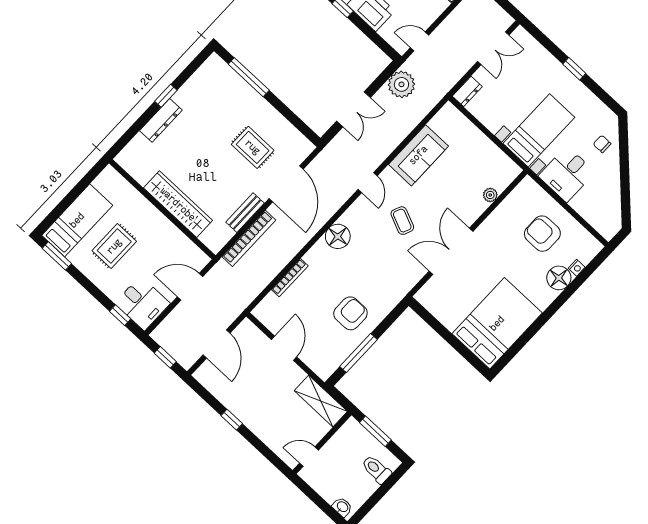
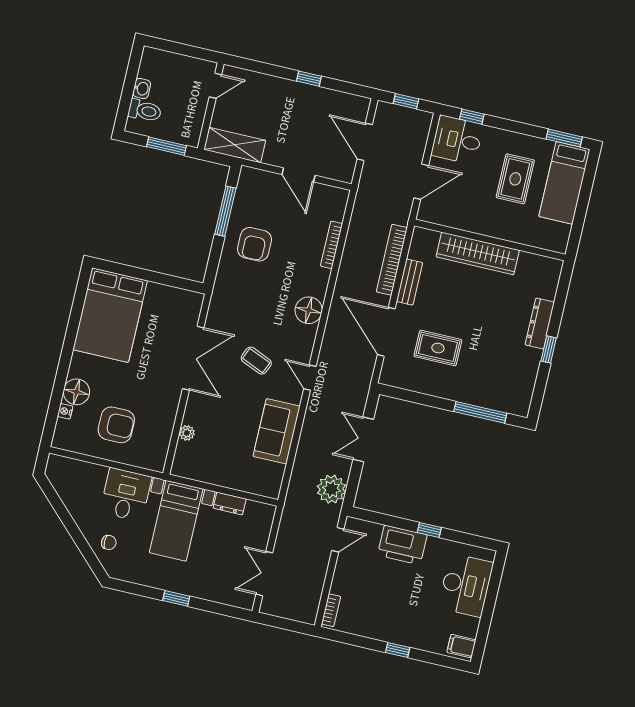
dresser: (467, 91) -> (230, 503), moved, turned -90
washbasin: (342, 507) -> (142, 88), moved, turned -90

